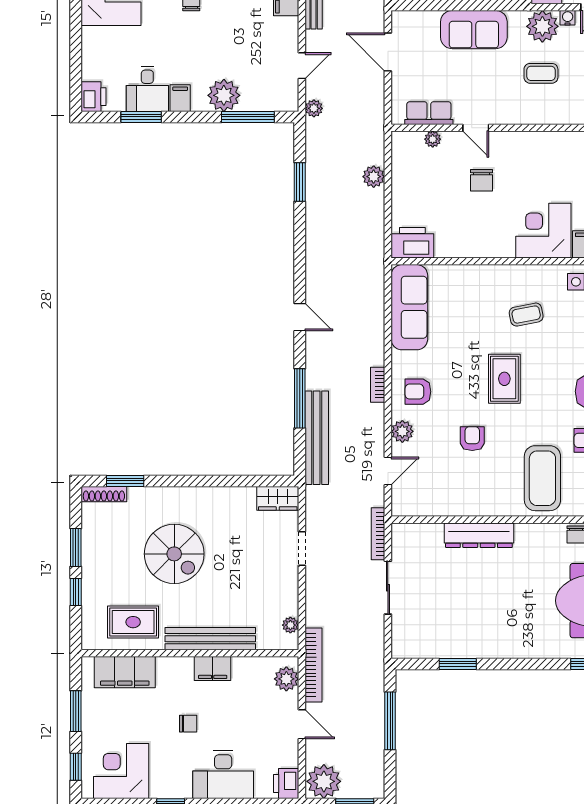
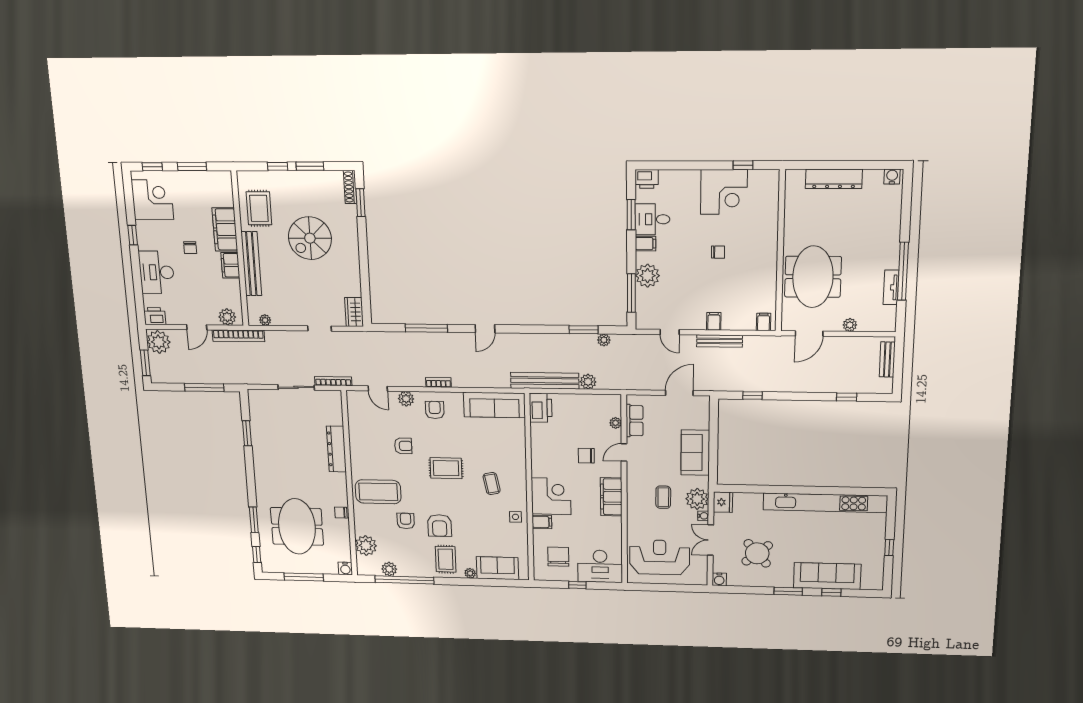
plant: (314, 108) -> (604, 340), moved
filing cabinet: (542, 146) -> (611, 497), added
bench: (317, 438) -> (545, 381), moved
filing cabinet: (125, 672) -> (225, 229), moved

